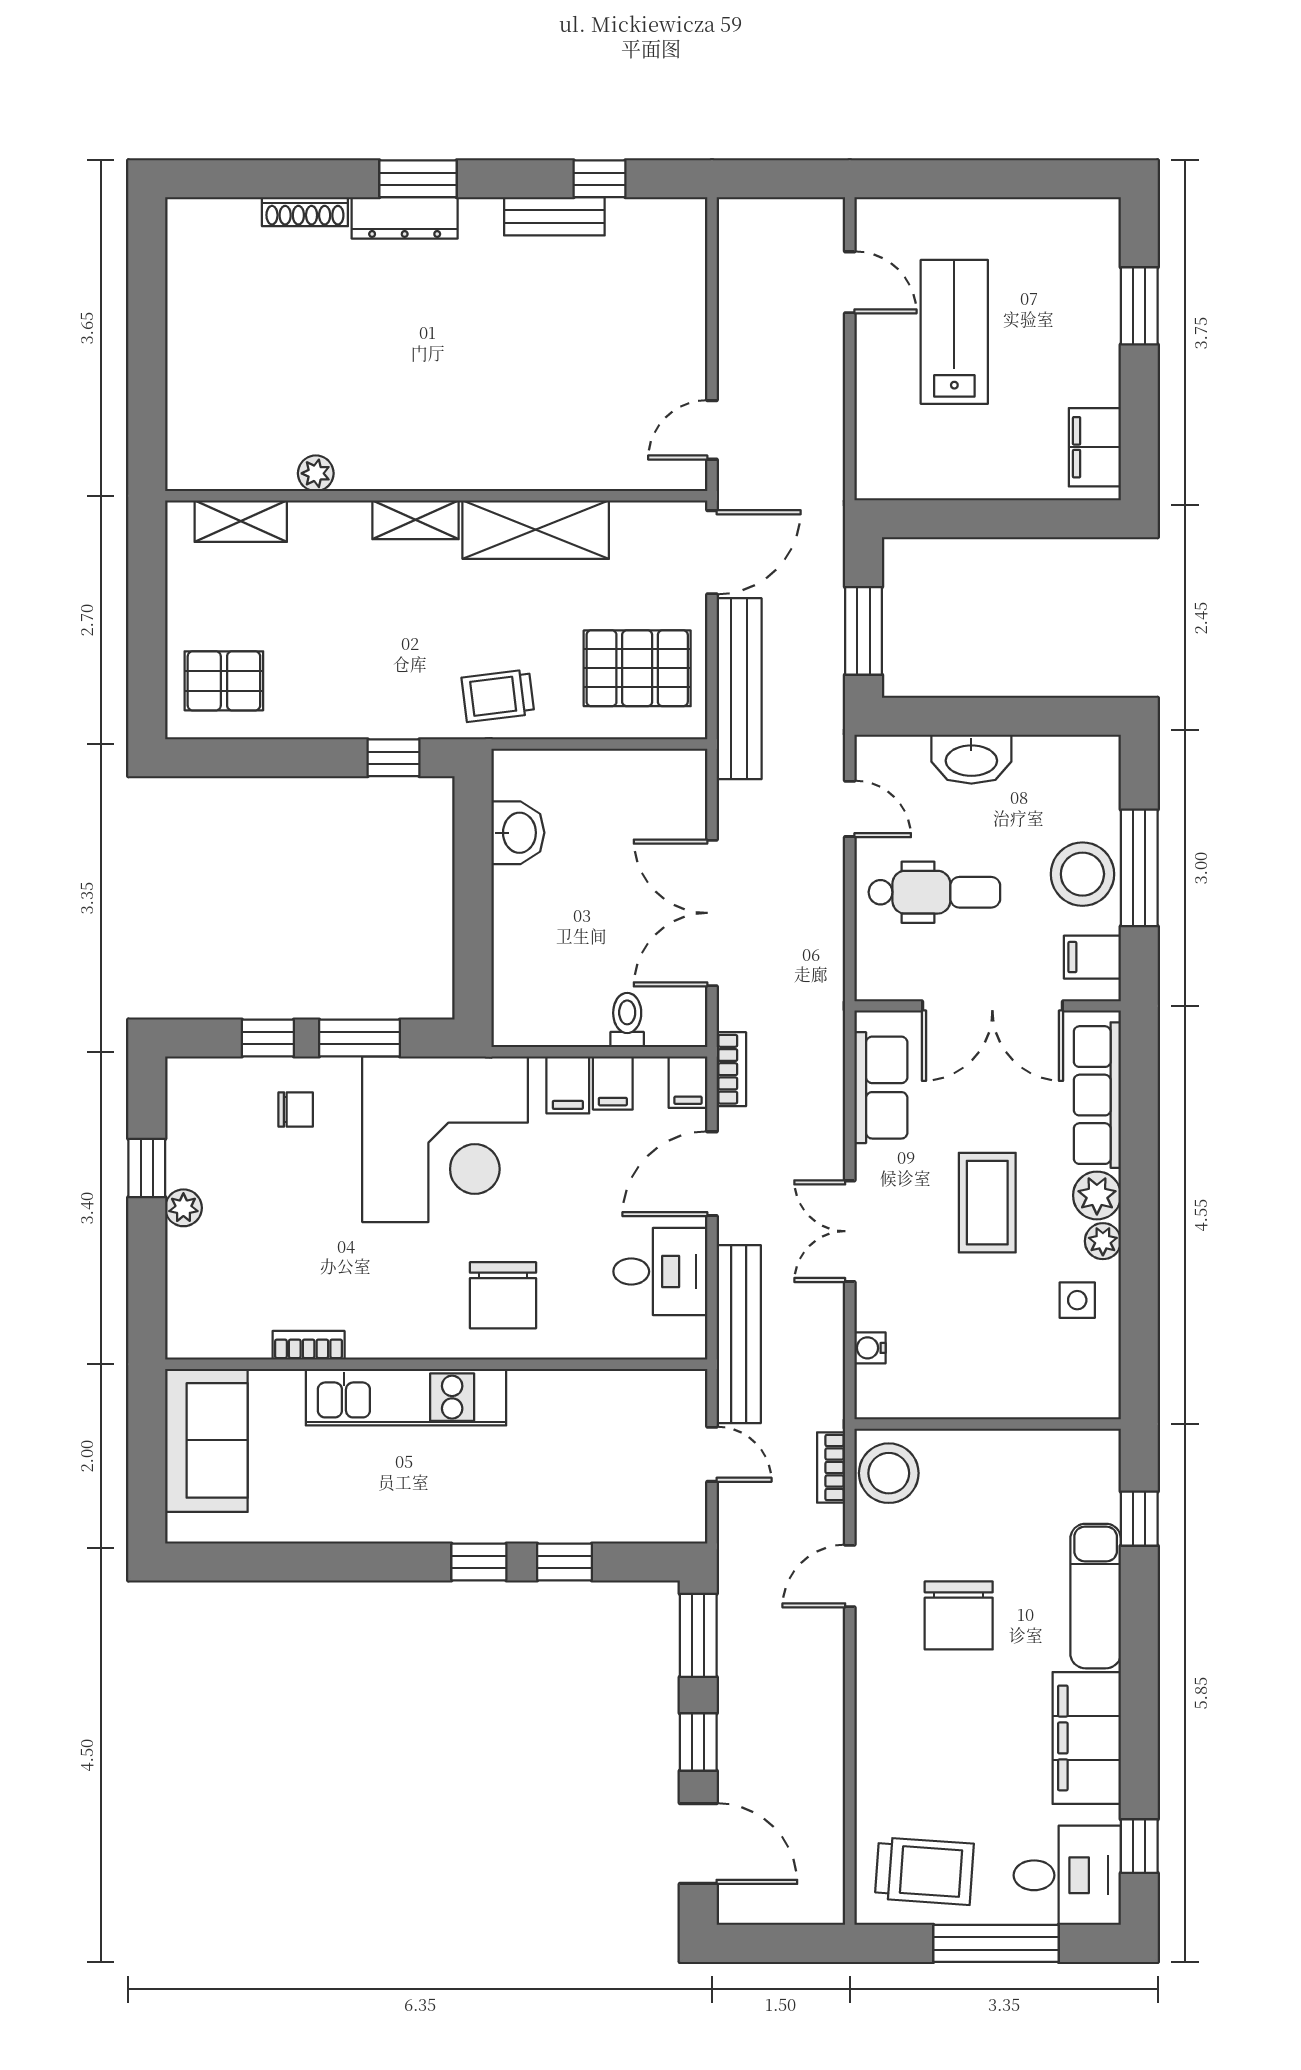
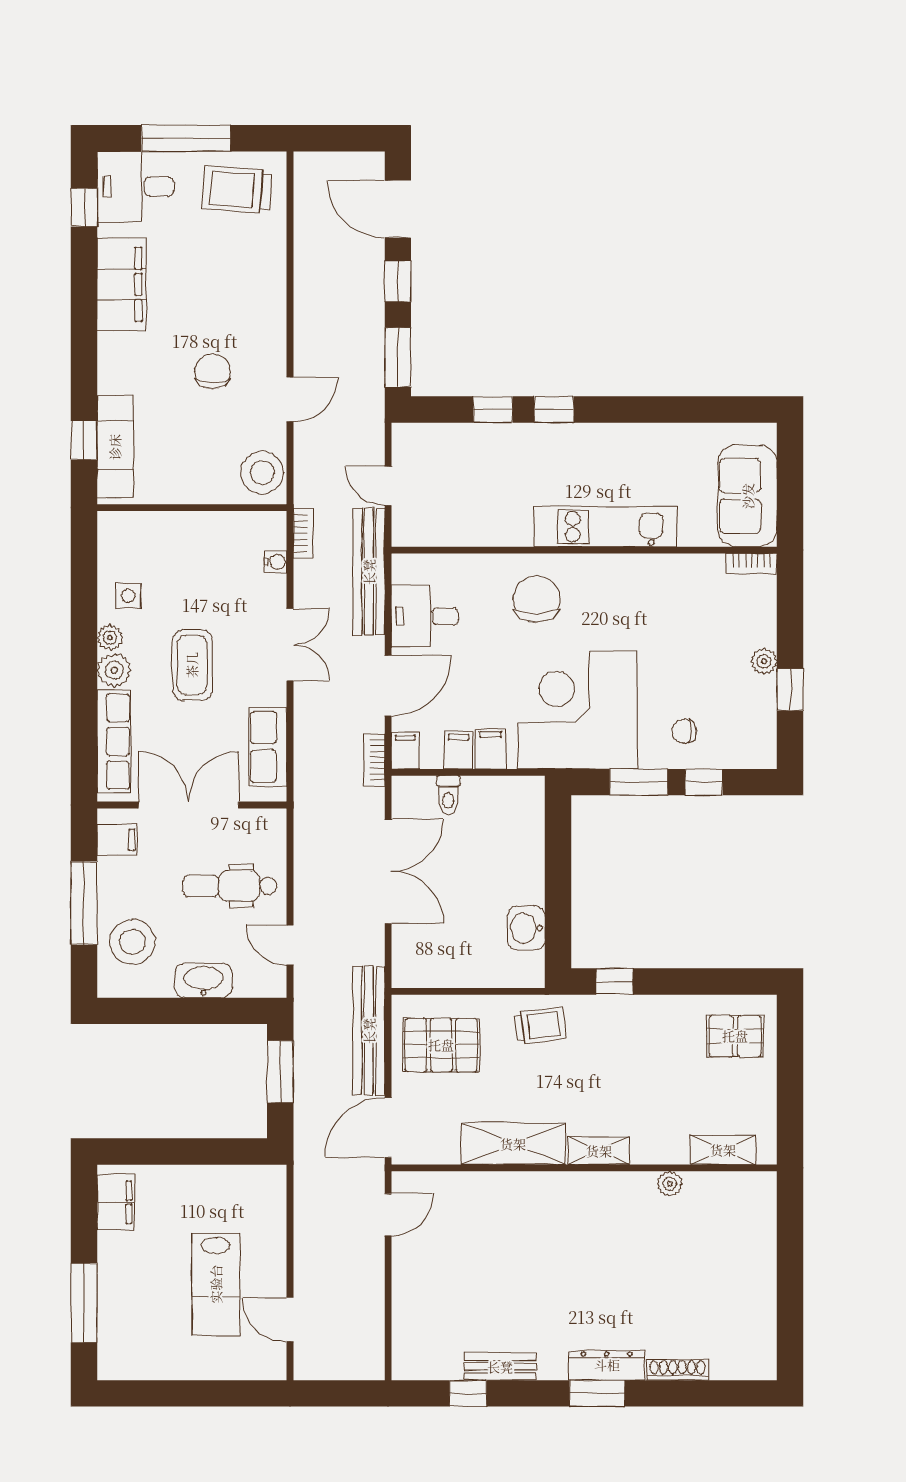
window: (1139, 306) -> (84, 1303), width x1.44
stool: (1082, 874) -> (132, 942), moved
bookcase: (309, 1345) -> (751, 564), moved
bookcase: (831, 1468) -> (303, 533), moved
exam couch: (1096, 1596) -> (115, 447), moved
chair: (959, 1615) -> (213, 371), width x0.73, depth x0.73

